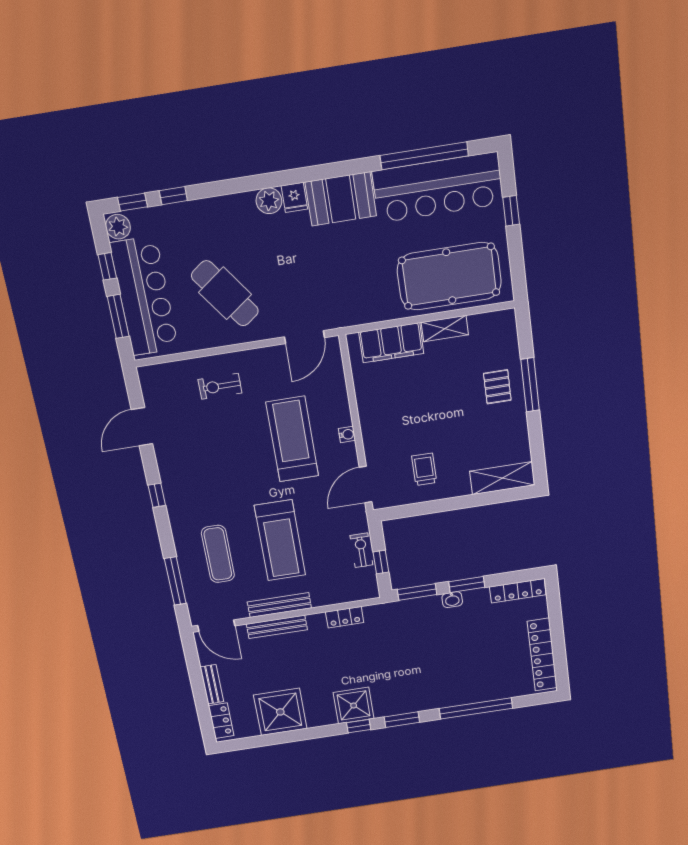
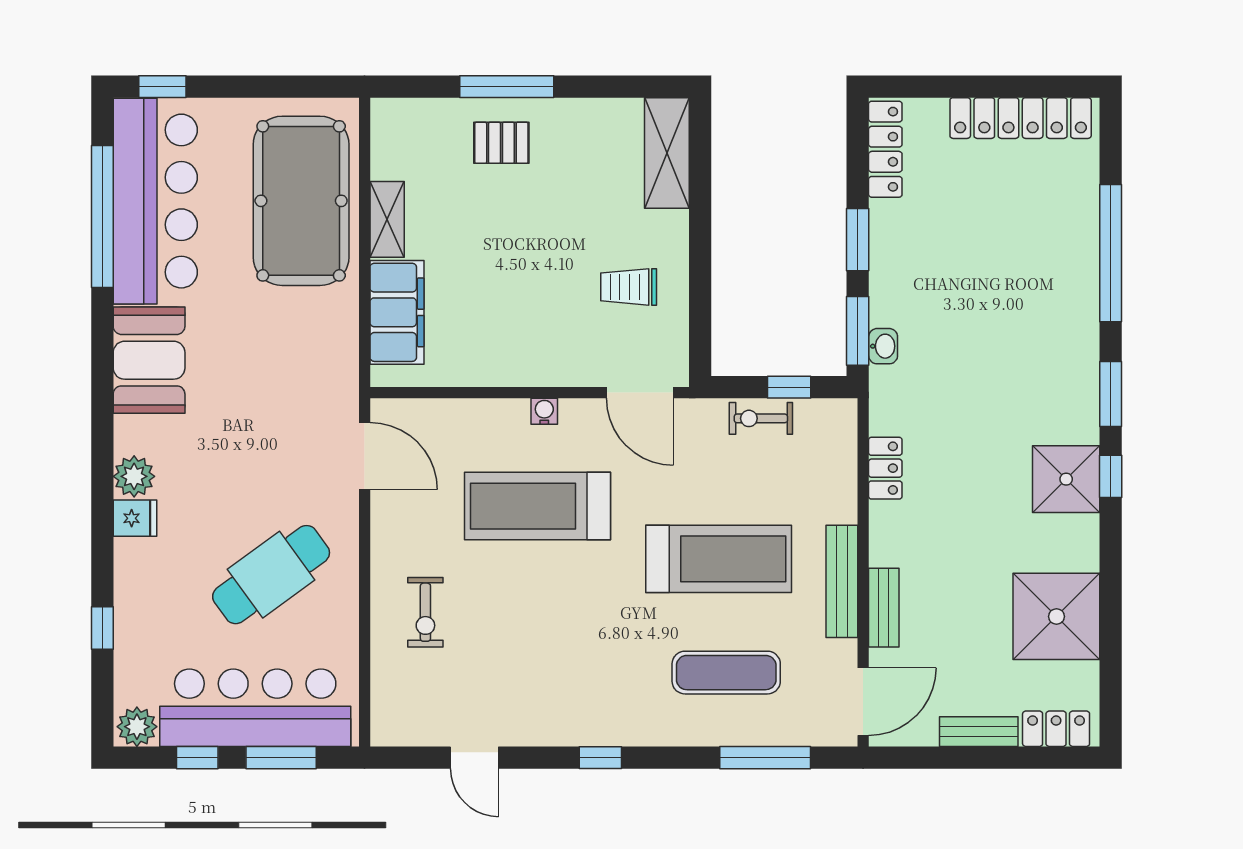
fridge: (294, 197) -> (135, 518), moved
window: (132, 202) -> (102, 695), removed
window: (511, 211) -> (162, 87), moved
door: (142, 427) -> (474, 758), width x0.73
washbasin: (452, 600) -> (883, 346), moved
bench: (277, 627) -> (884, 608), width x0.73

